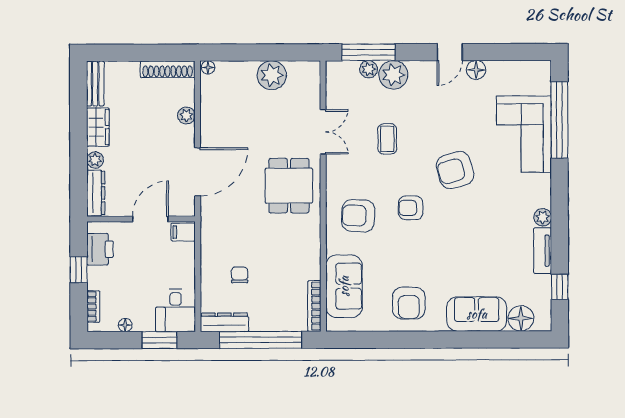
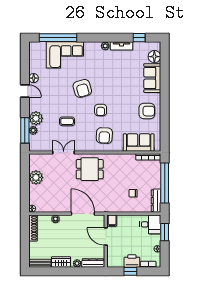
printer: (100, 249) -> (132, 261), moved

